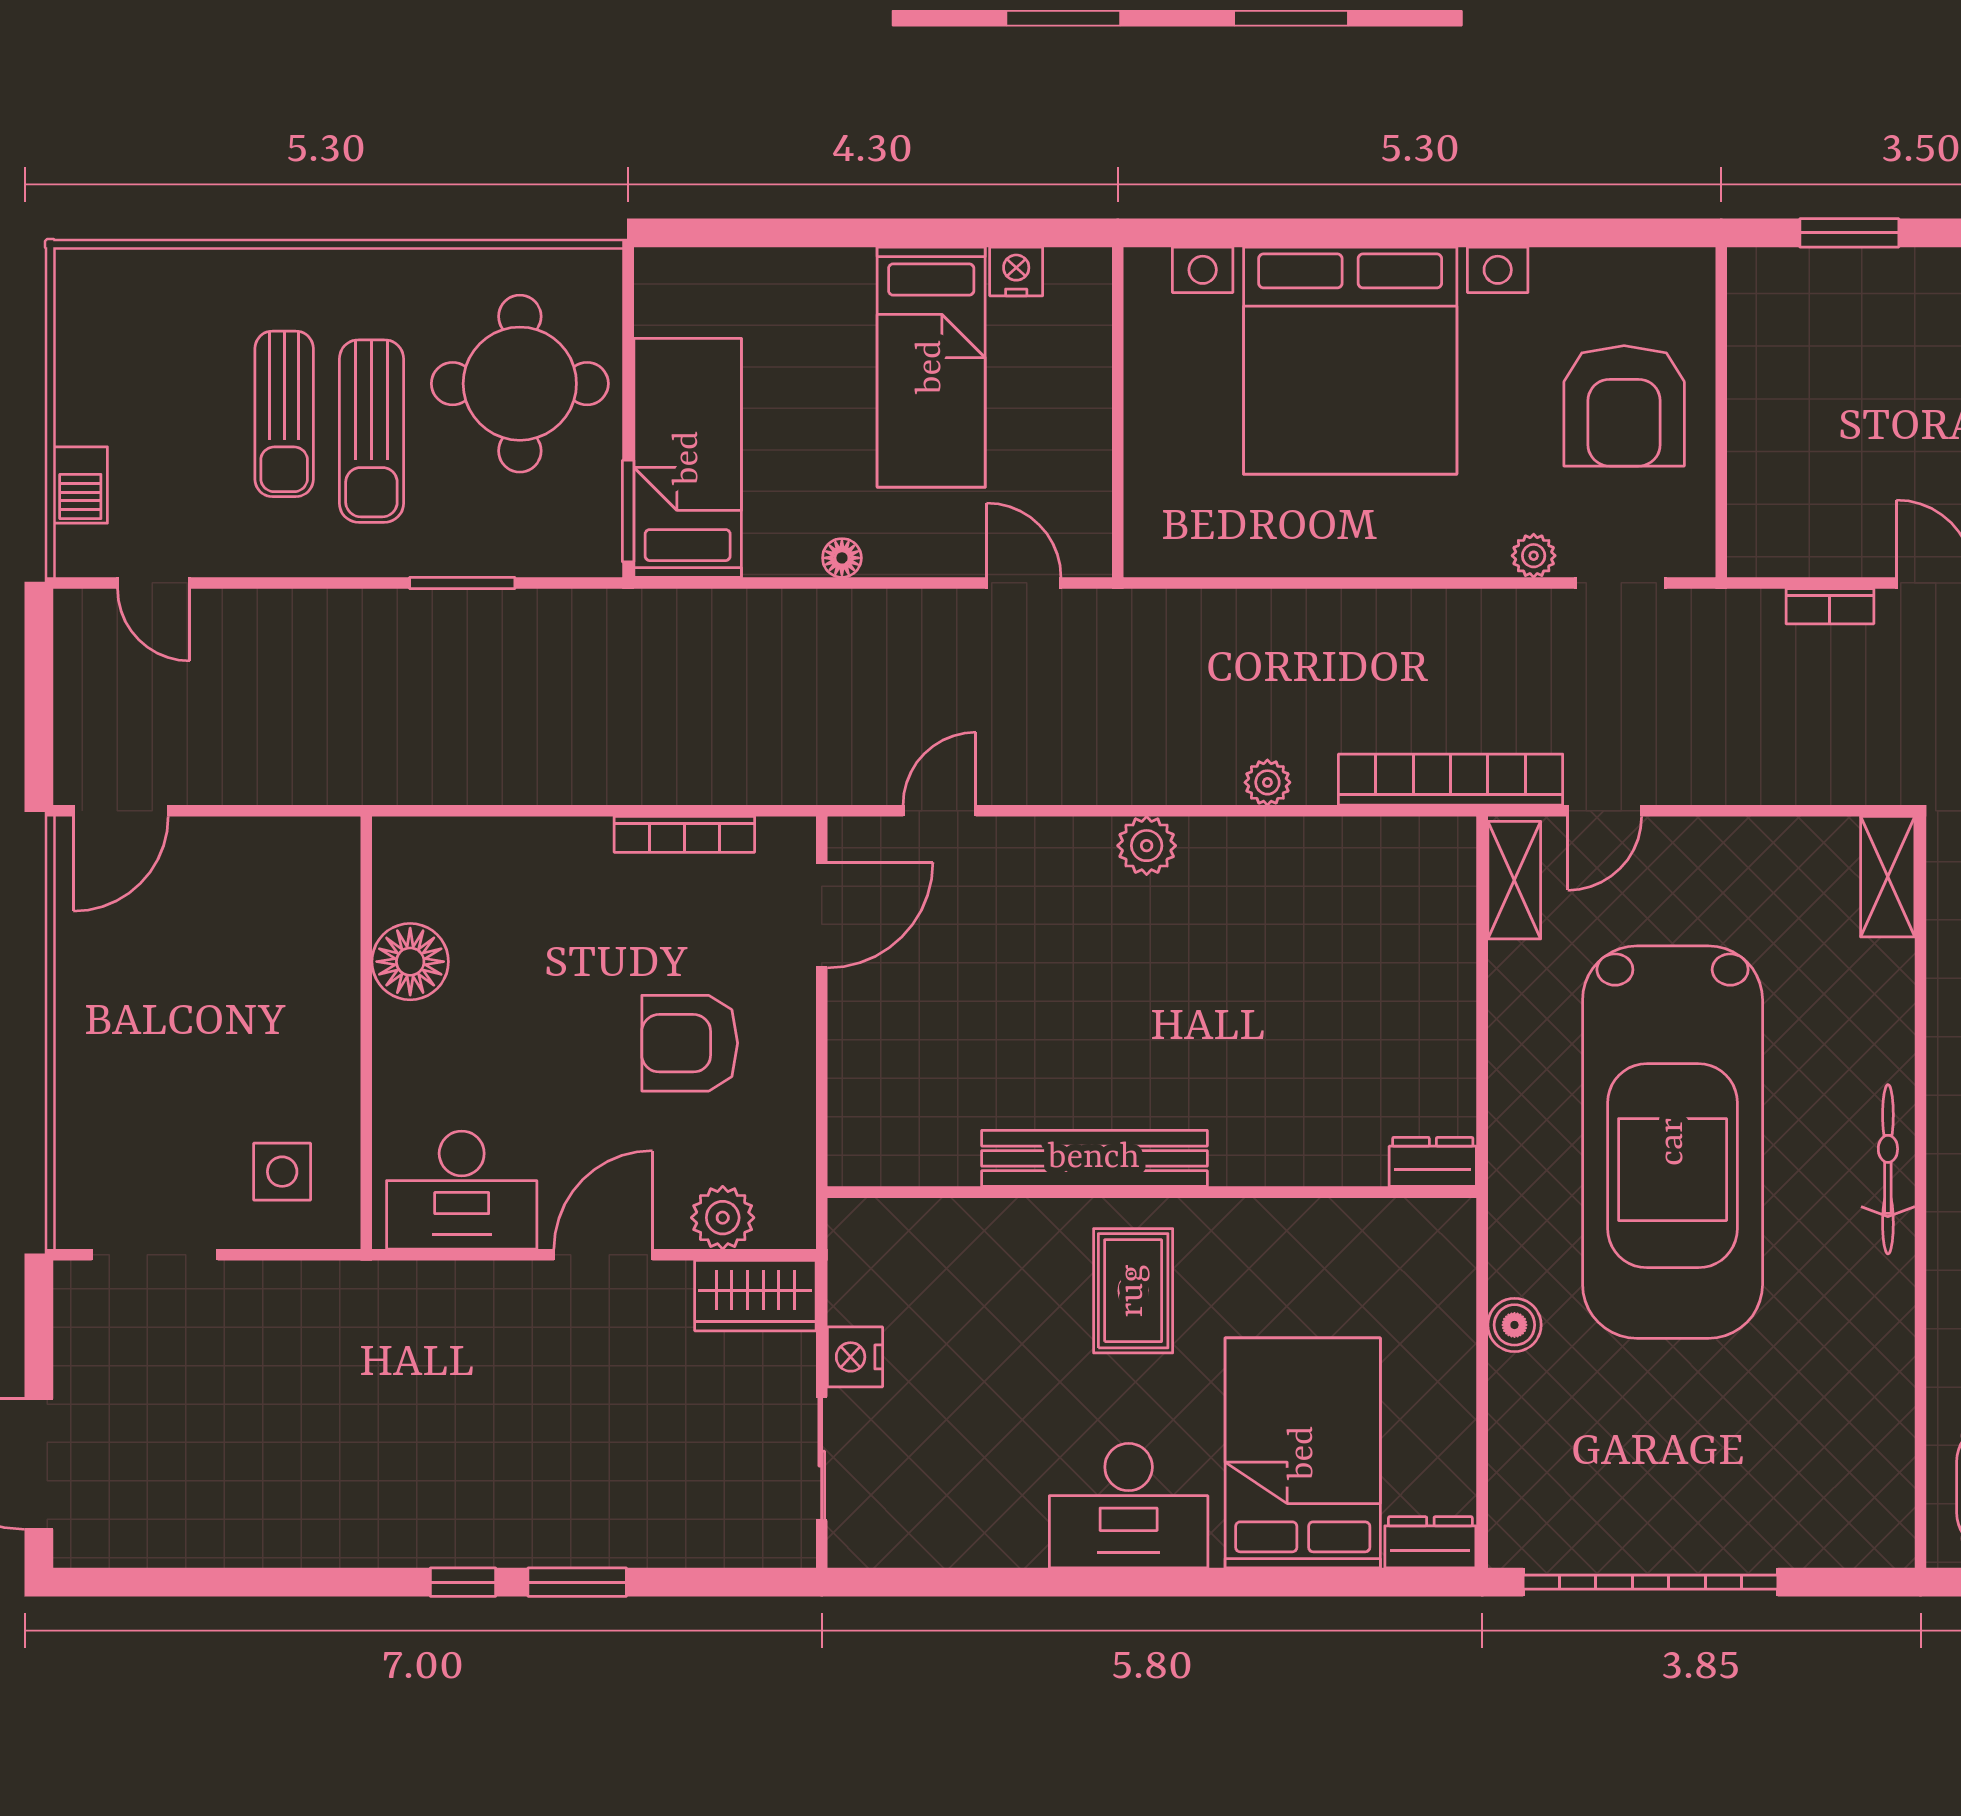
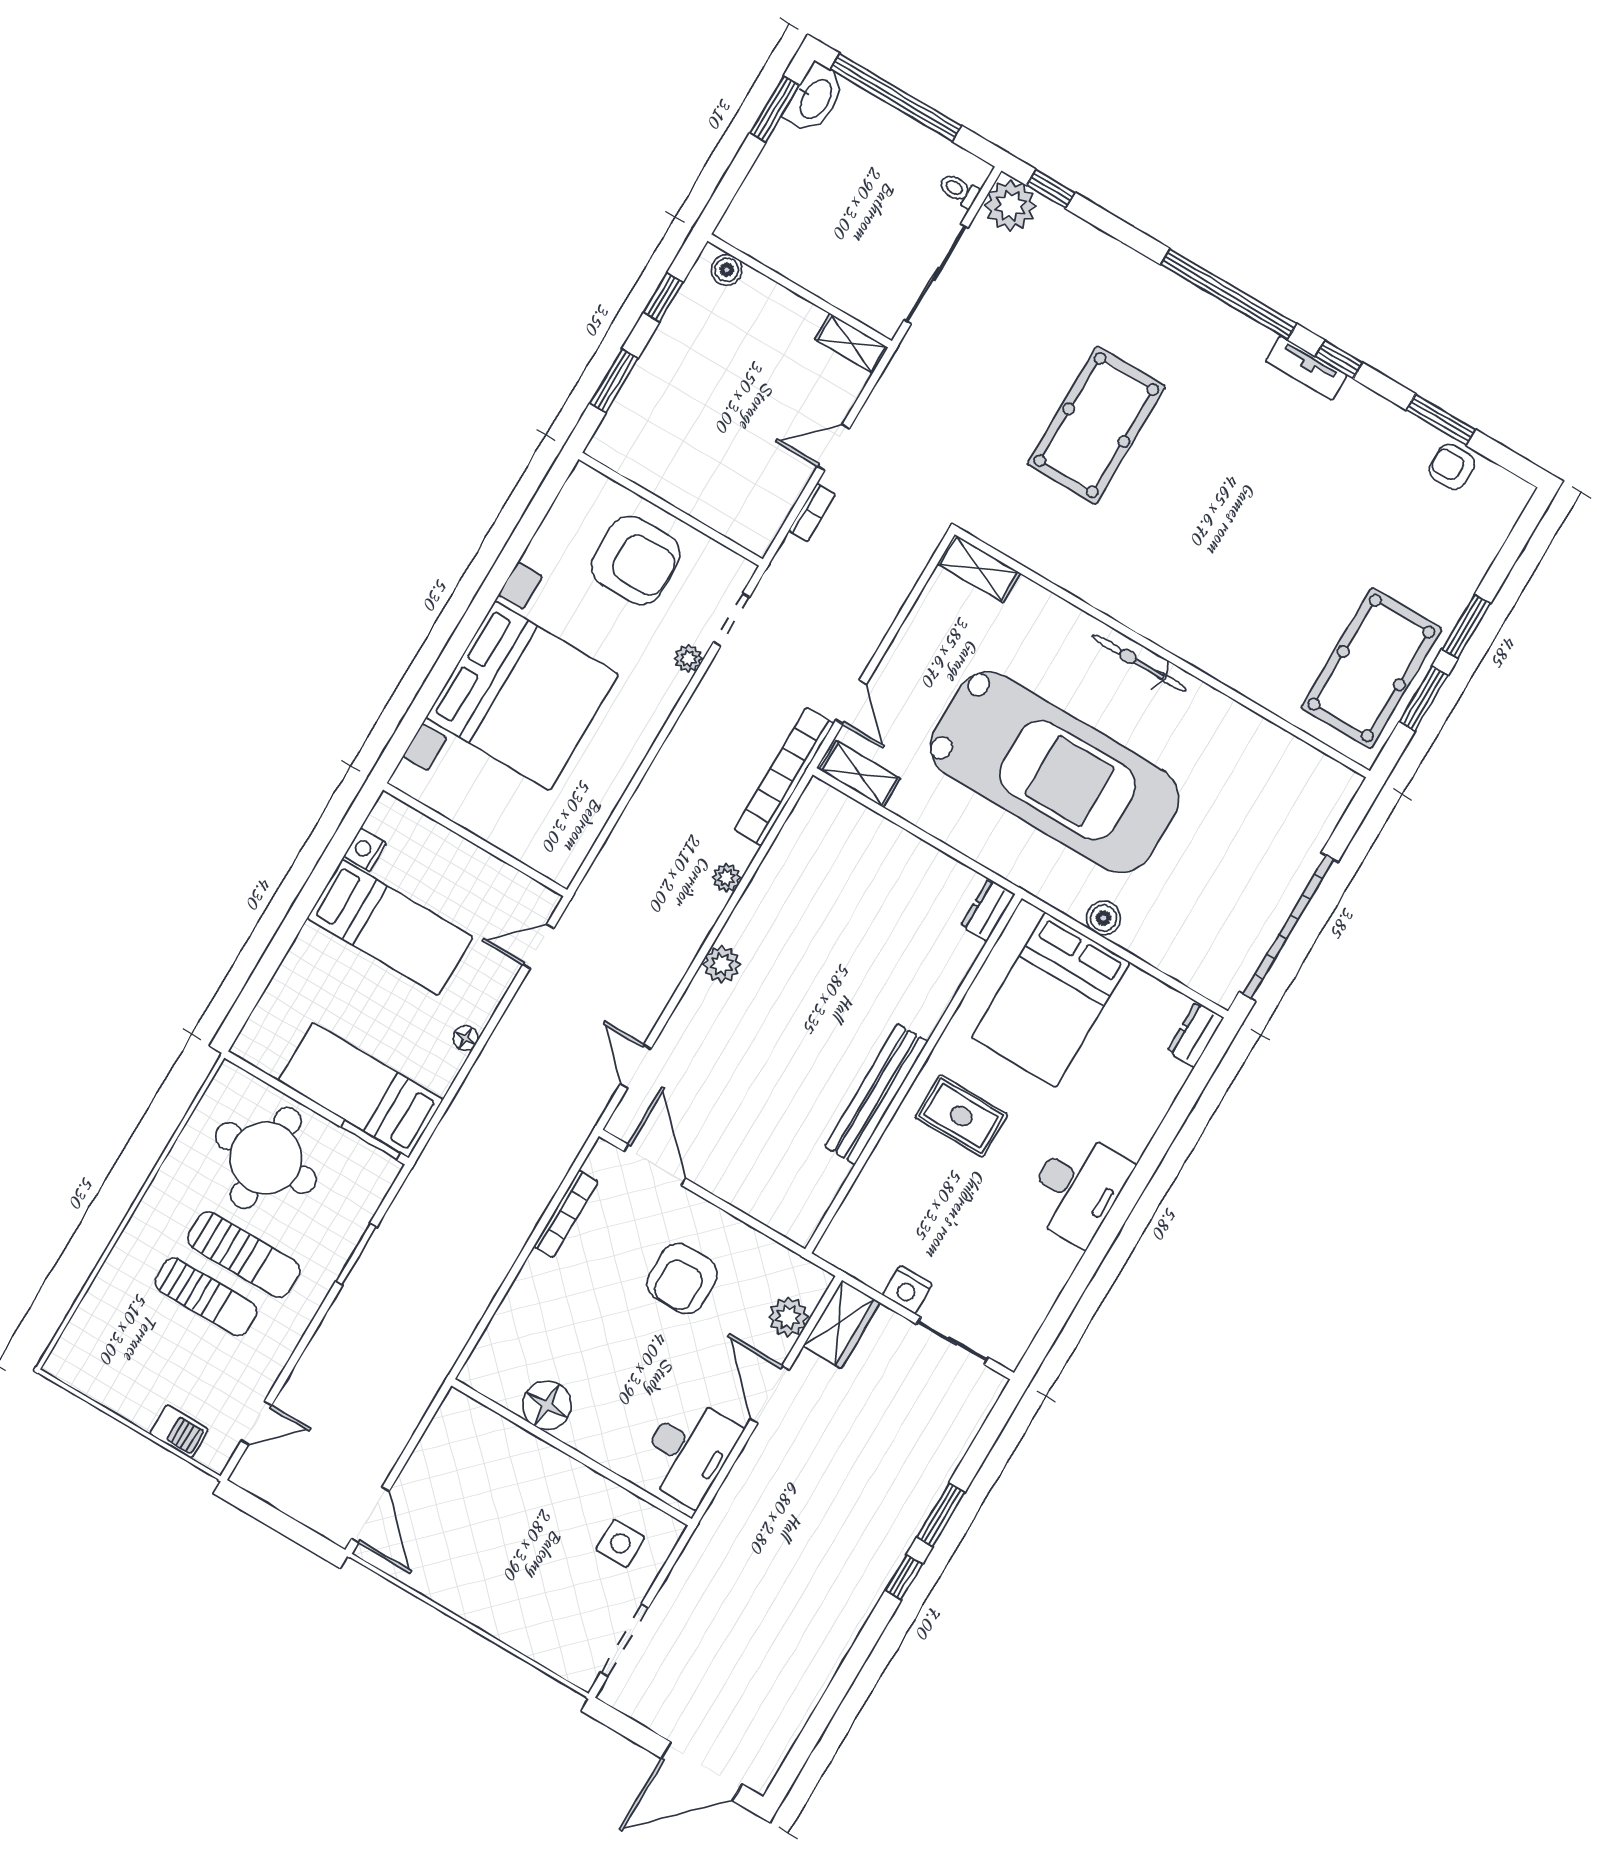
bed: (1303, 1453) -> (1051, 1000), moved, turned -90

